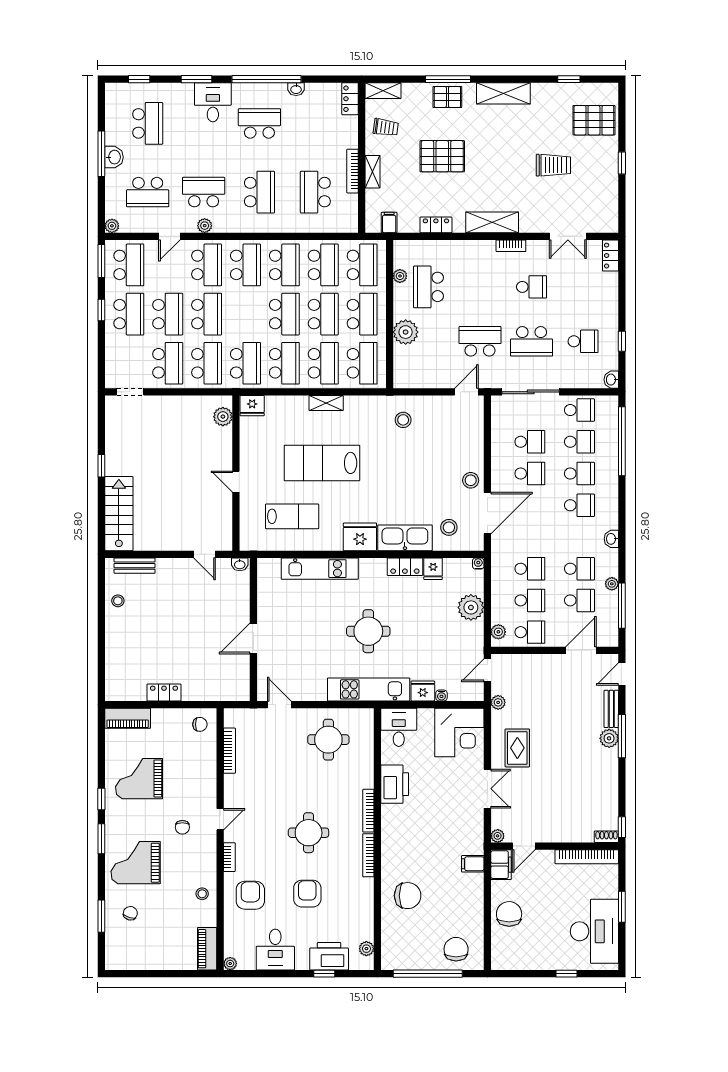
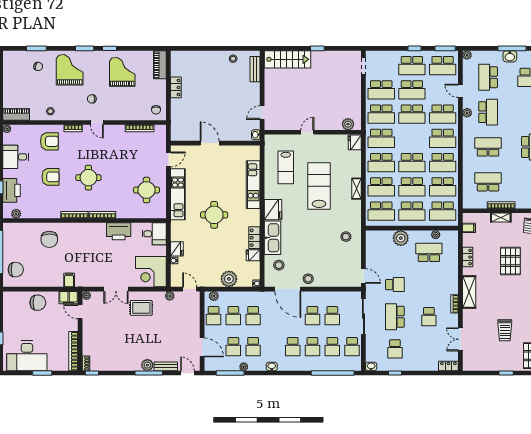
school desk: (259, 192) -> (488, 147), turned 180
school desk: (480, 341) -> (395, 285), width x0.54
kitchen unit: (369, 689) -> (178, 194), moved

